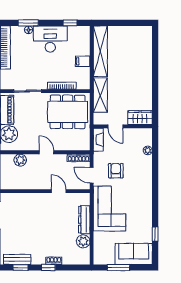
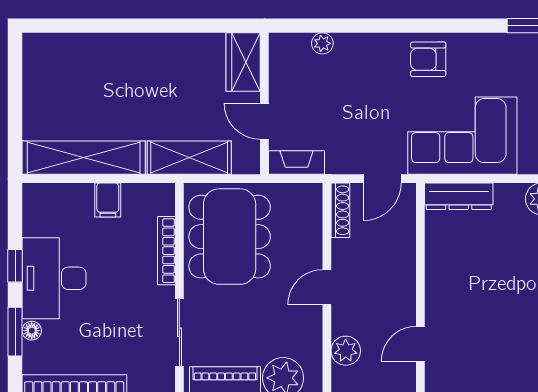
window: (70, 23) -> (15, 266), moved
door: (115, 126) -> (264, 121), swing flipped
armchair: (116, 171) -> (428, 59), moved
door: (59, 191) -> (420, 344), moved
dresser: (84, 220) -> (459, 196), moved

